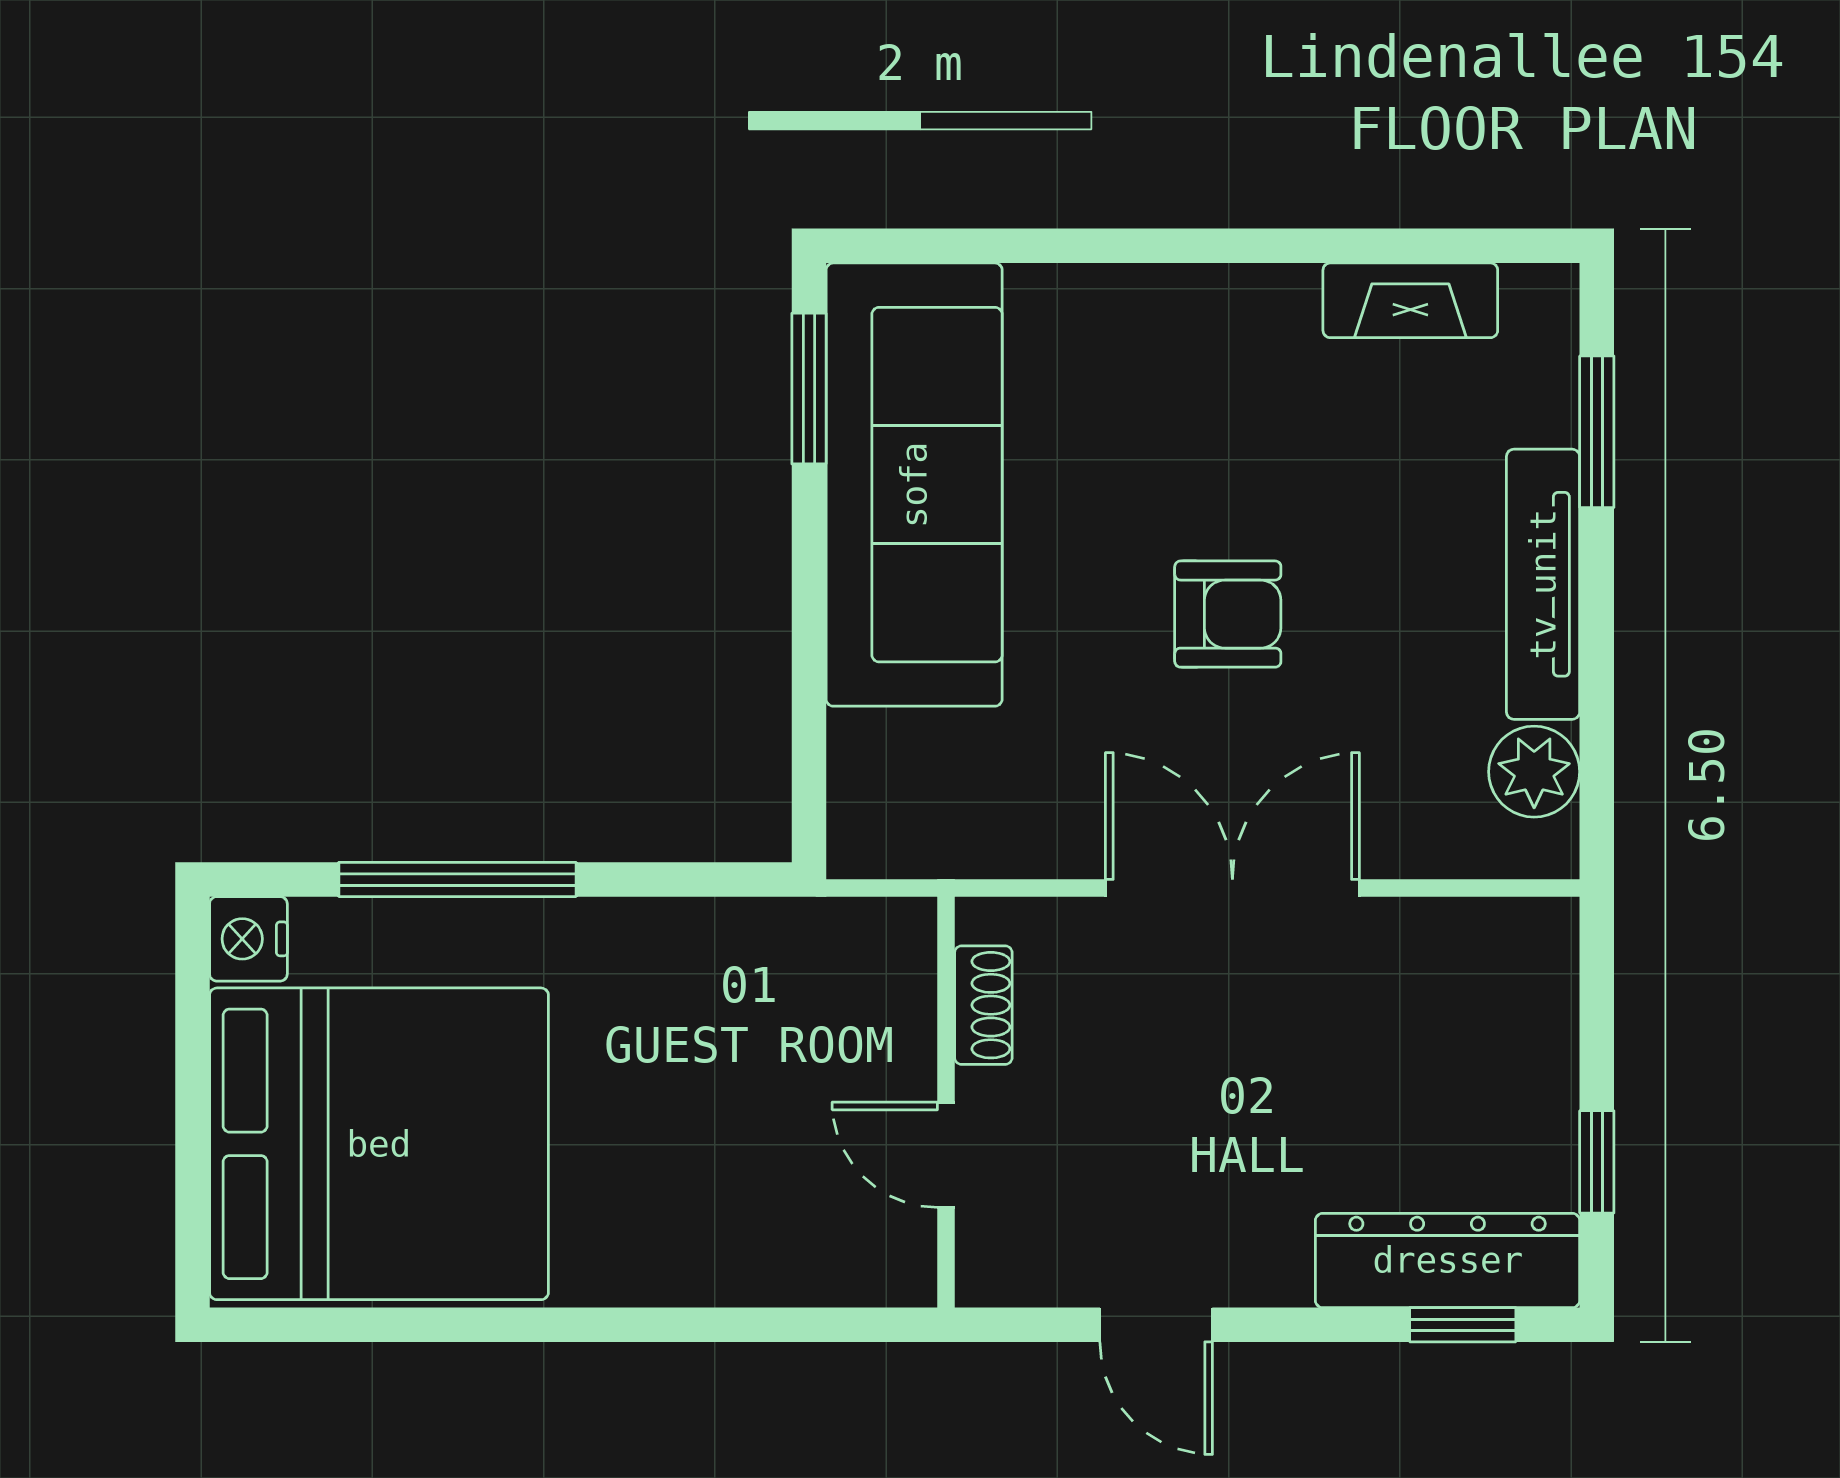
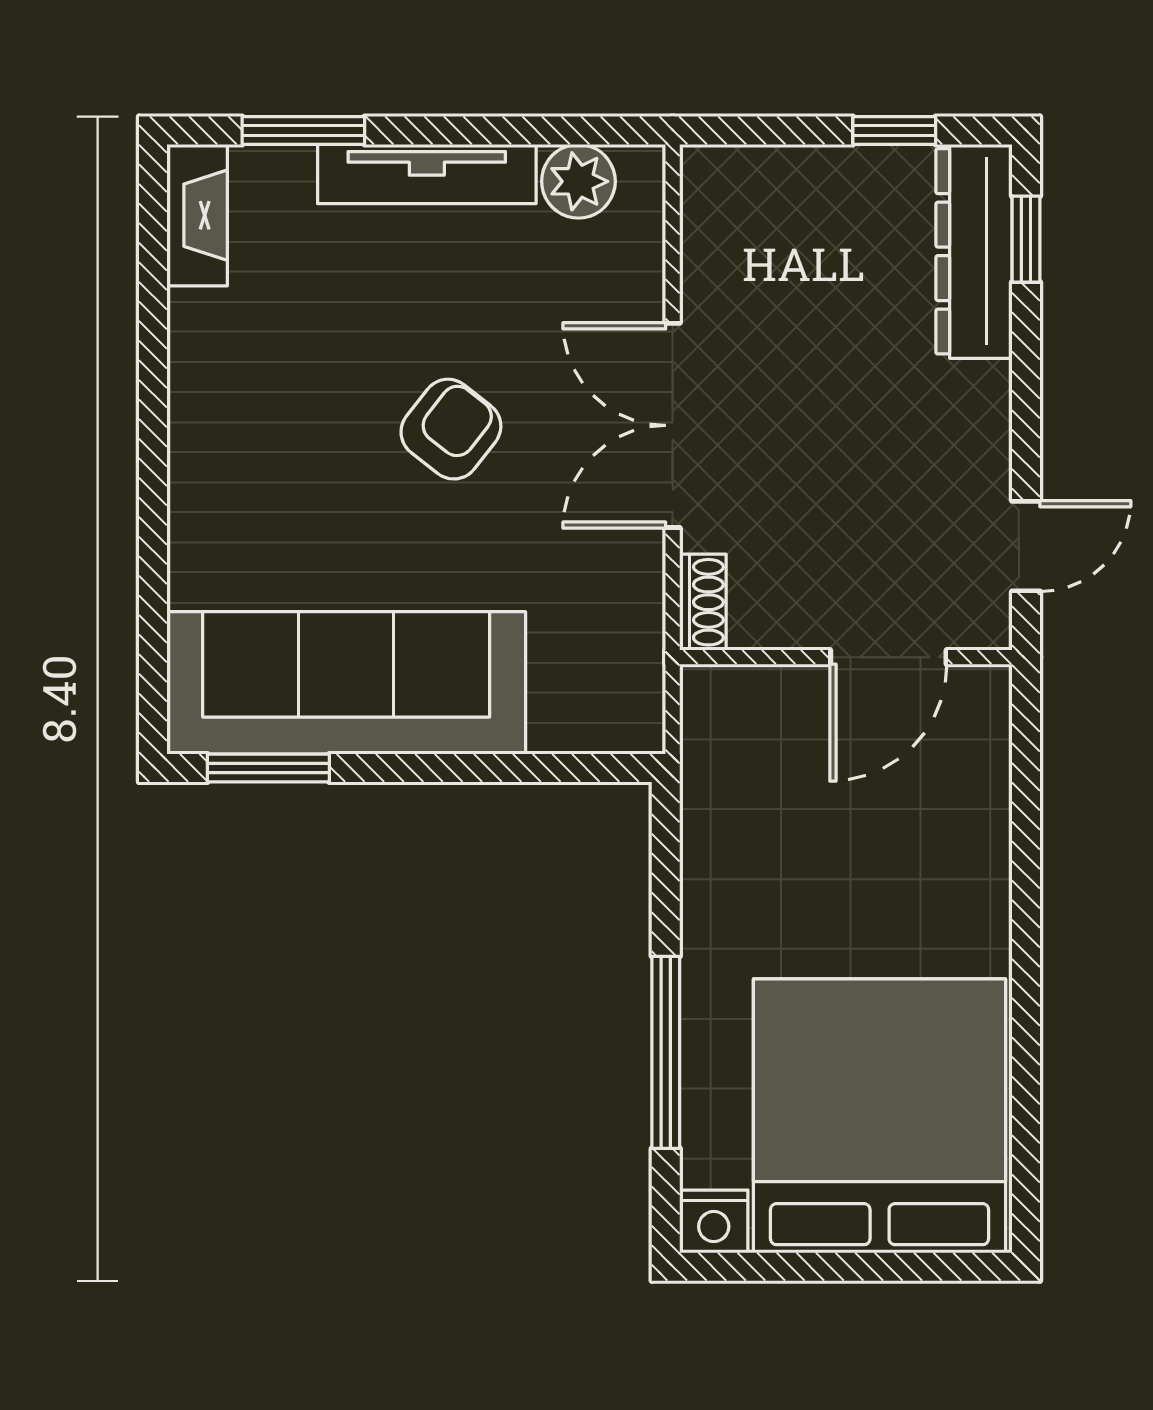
fireplace: (1410, 300) -> (197, 215), moved
armchair: (1228, 614) -> (451, 429), turned 38
shoe rack: (983, 1005) -> (703, 602), moved, turned 90
door: (946, 1155) -> (888, 657), width x1.37
door: (1156, 1325) -> (1026, 546), moved

